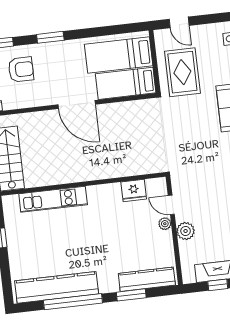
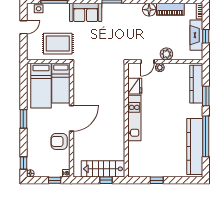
door: (179, 22) -> (23, 27), moved
window: (50, 37) -> (23, 119), moved
armchair: (21, 69) -> (59, 141), moved, turned -90
kitchen unit: (53, 199) -> (134, 118), moved

